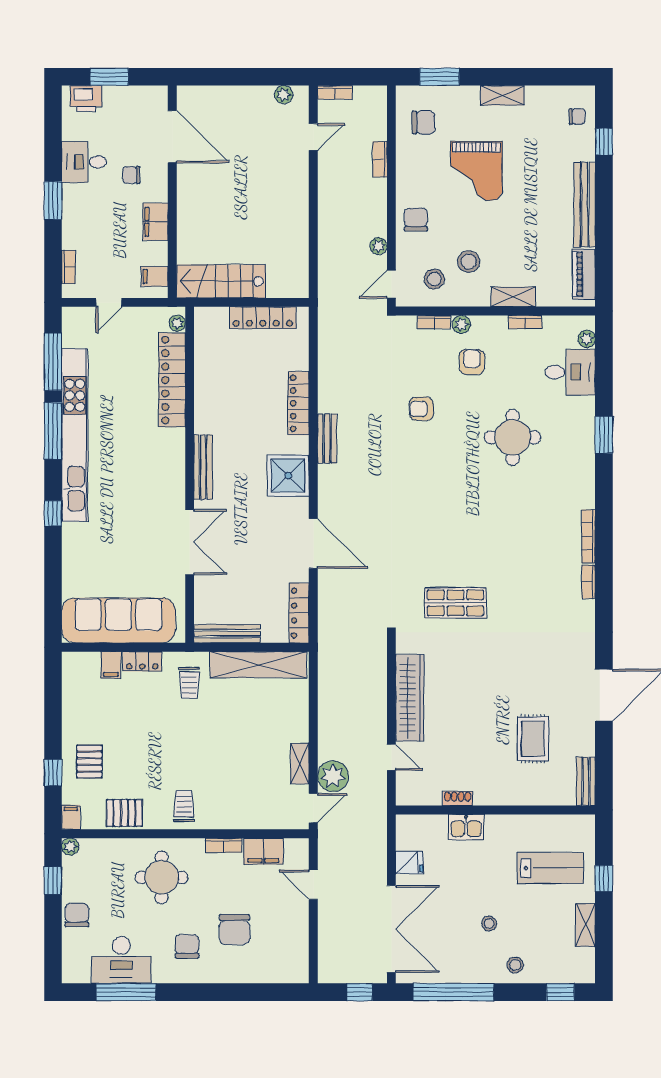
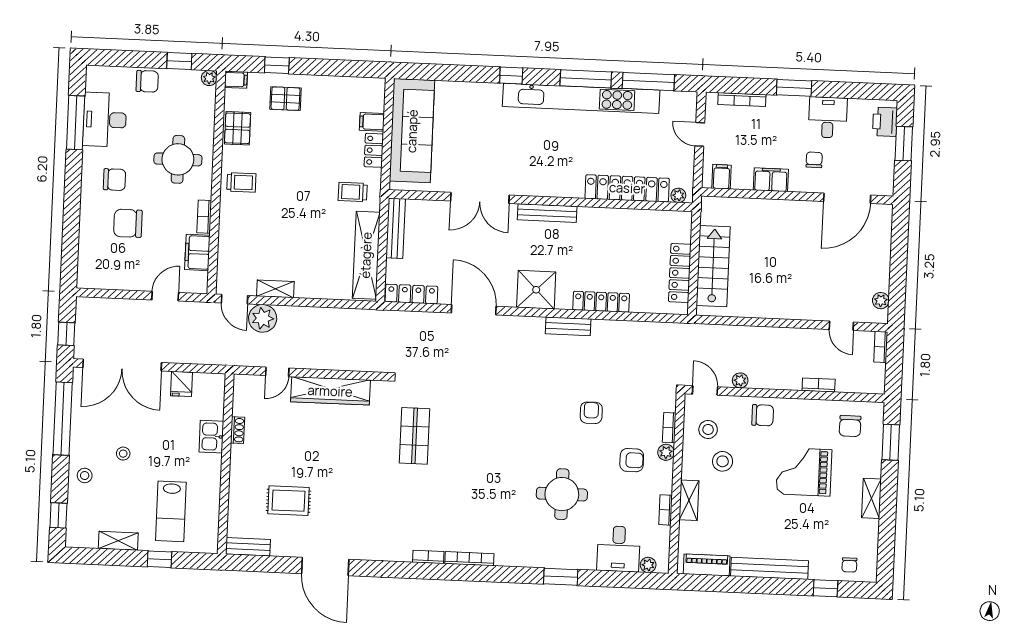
bookcase: (68, 267) -> (742, 100), width x1.56
stairs: (221, 281) -> (713, 266), moved
door: (313, 544) -> (474, 310), swing flipped

